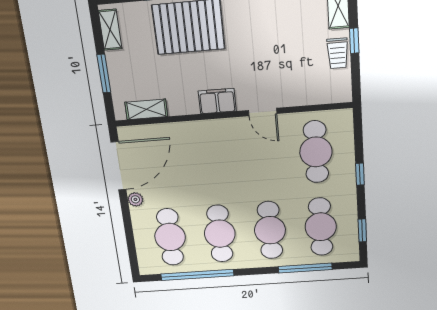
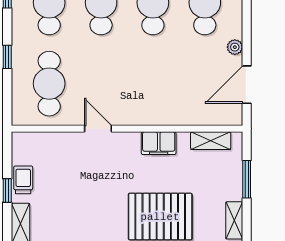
filing cabinet: (217, 101) -> (159, 143), moved
door: (119, 166) -> (247, 85), width x0.73

